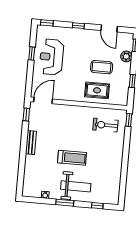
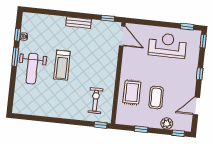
window: (32, 54) -> (187, 27), moved
window: (97, 206) -> (18, 35), moved

